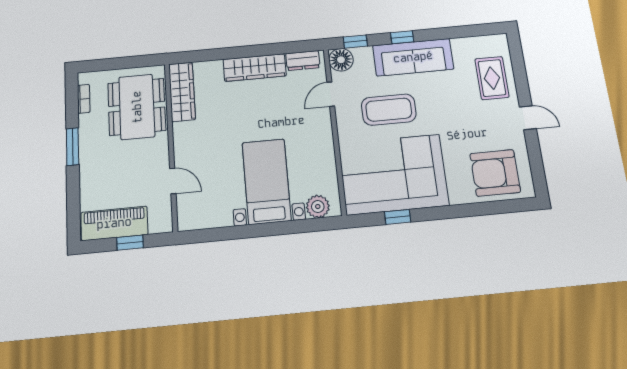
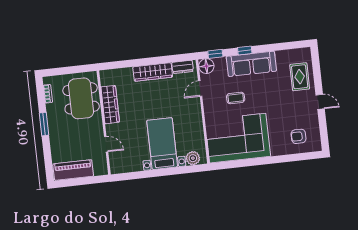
wardrobe: (182, 92) -> (110, 105), moved
coffee table: (389, 110) -> (236, 98), width x0.54, depth x0.58
armchair: (495, 173) -> (299, 136), width x0.53, depth x0.53
window: (398, 217) -> (240, 164), removed
window: (130, 243) -> (83, 181), removed

